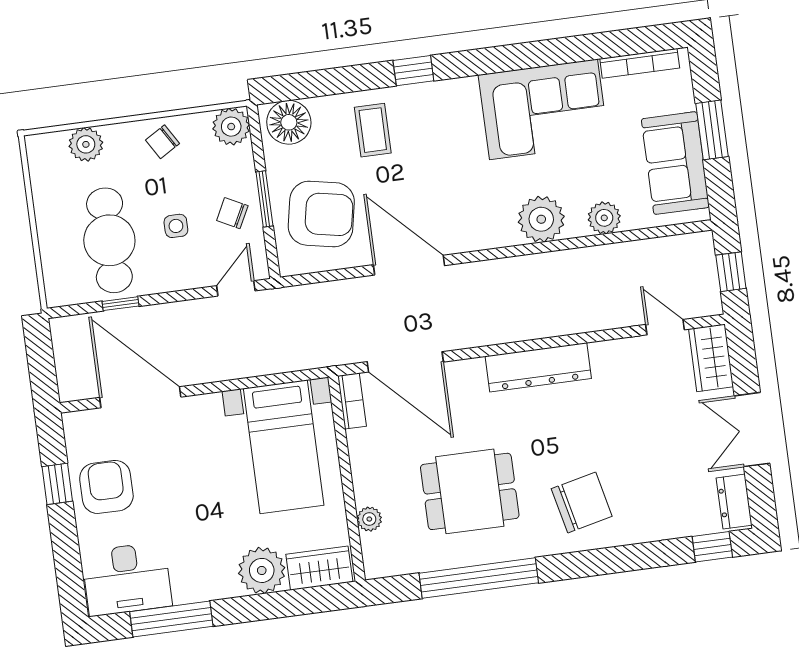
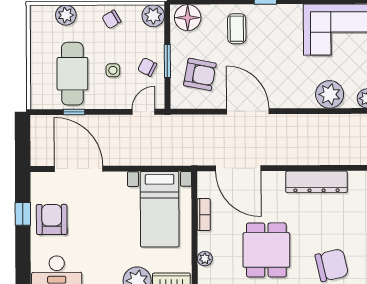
armchair: (321, 214) -> (200, 74), width x0.73, depth x0.73
bookcase: (352, 401) -> (204, 215), moved
dining table: (470, 491) -> (266, 250), turned 90

